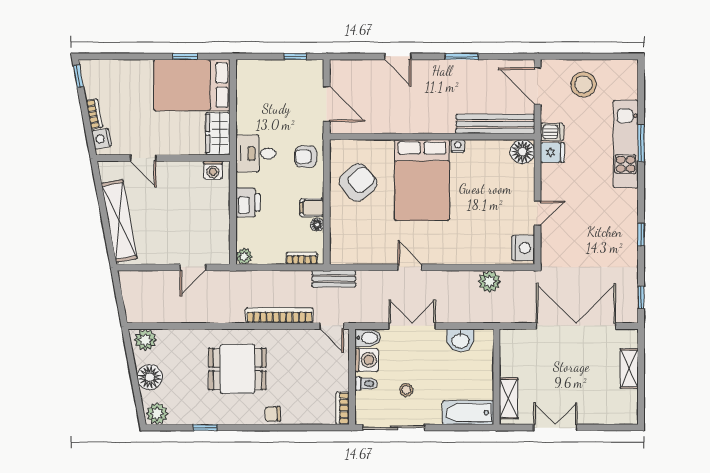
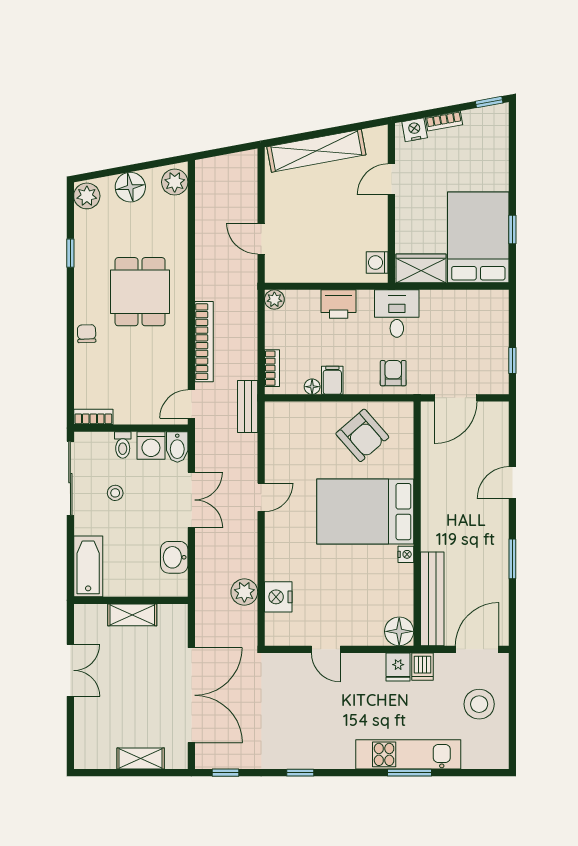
nightstand: (523, 248) -> (278, 597), moved, turned 90
shelving: (509, 398) -> (132, 615), moved

